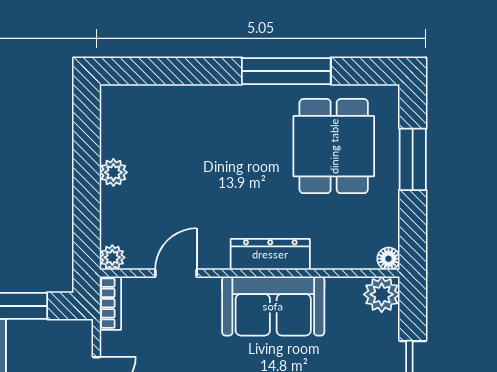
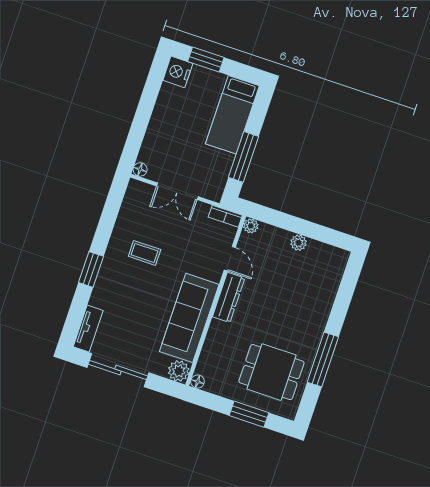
dresser: (270, 254) -> (229, 297), moved
sofa: (273, 306) -> (189, 318), width x1.36

